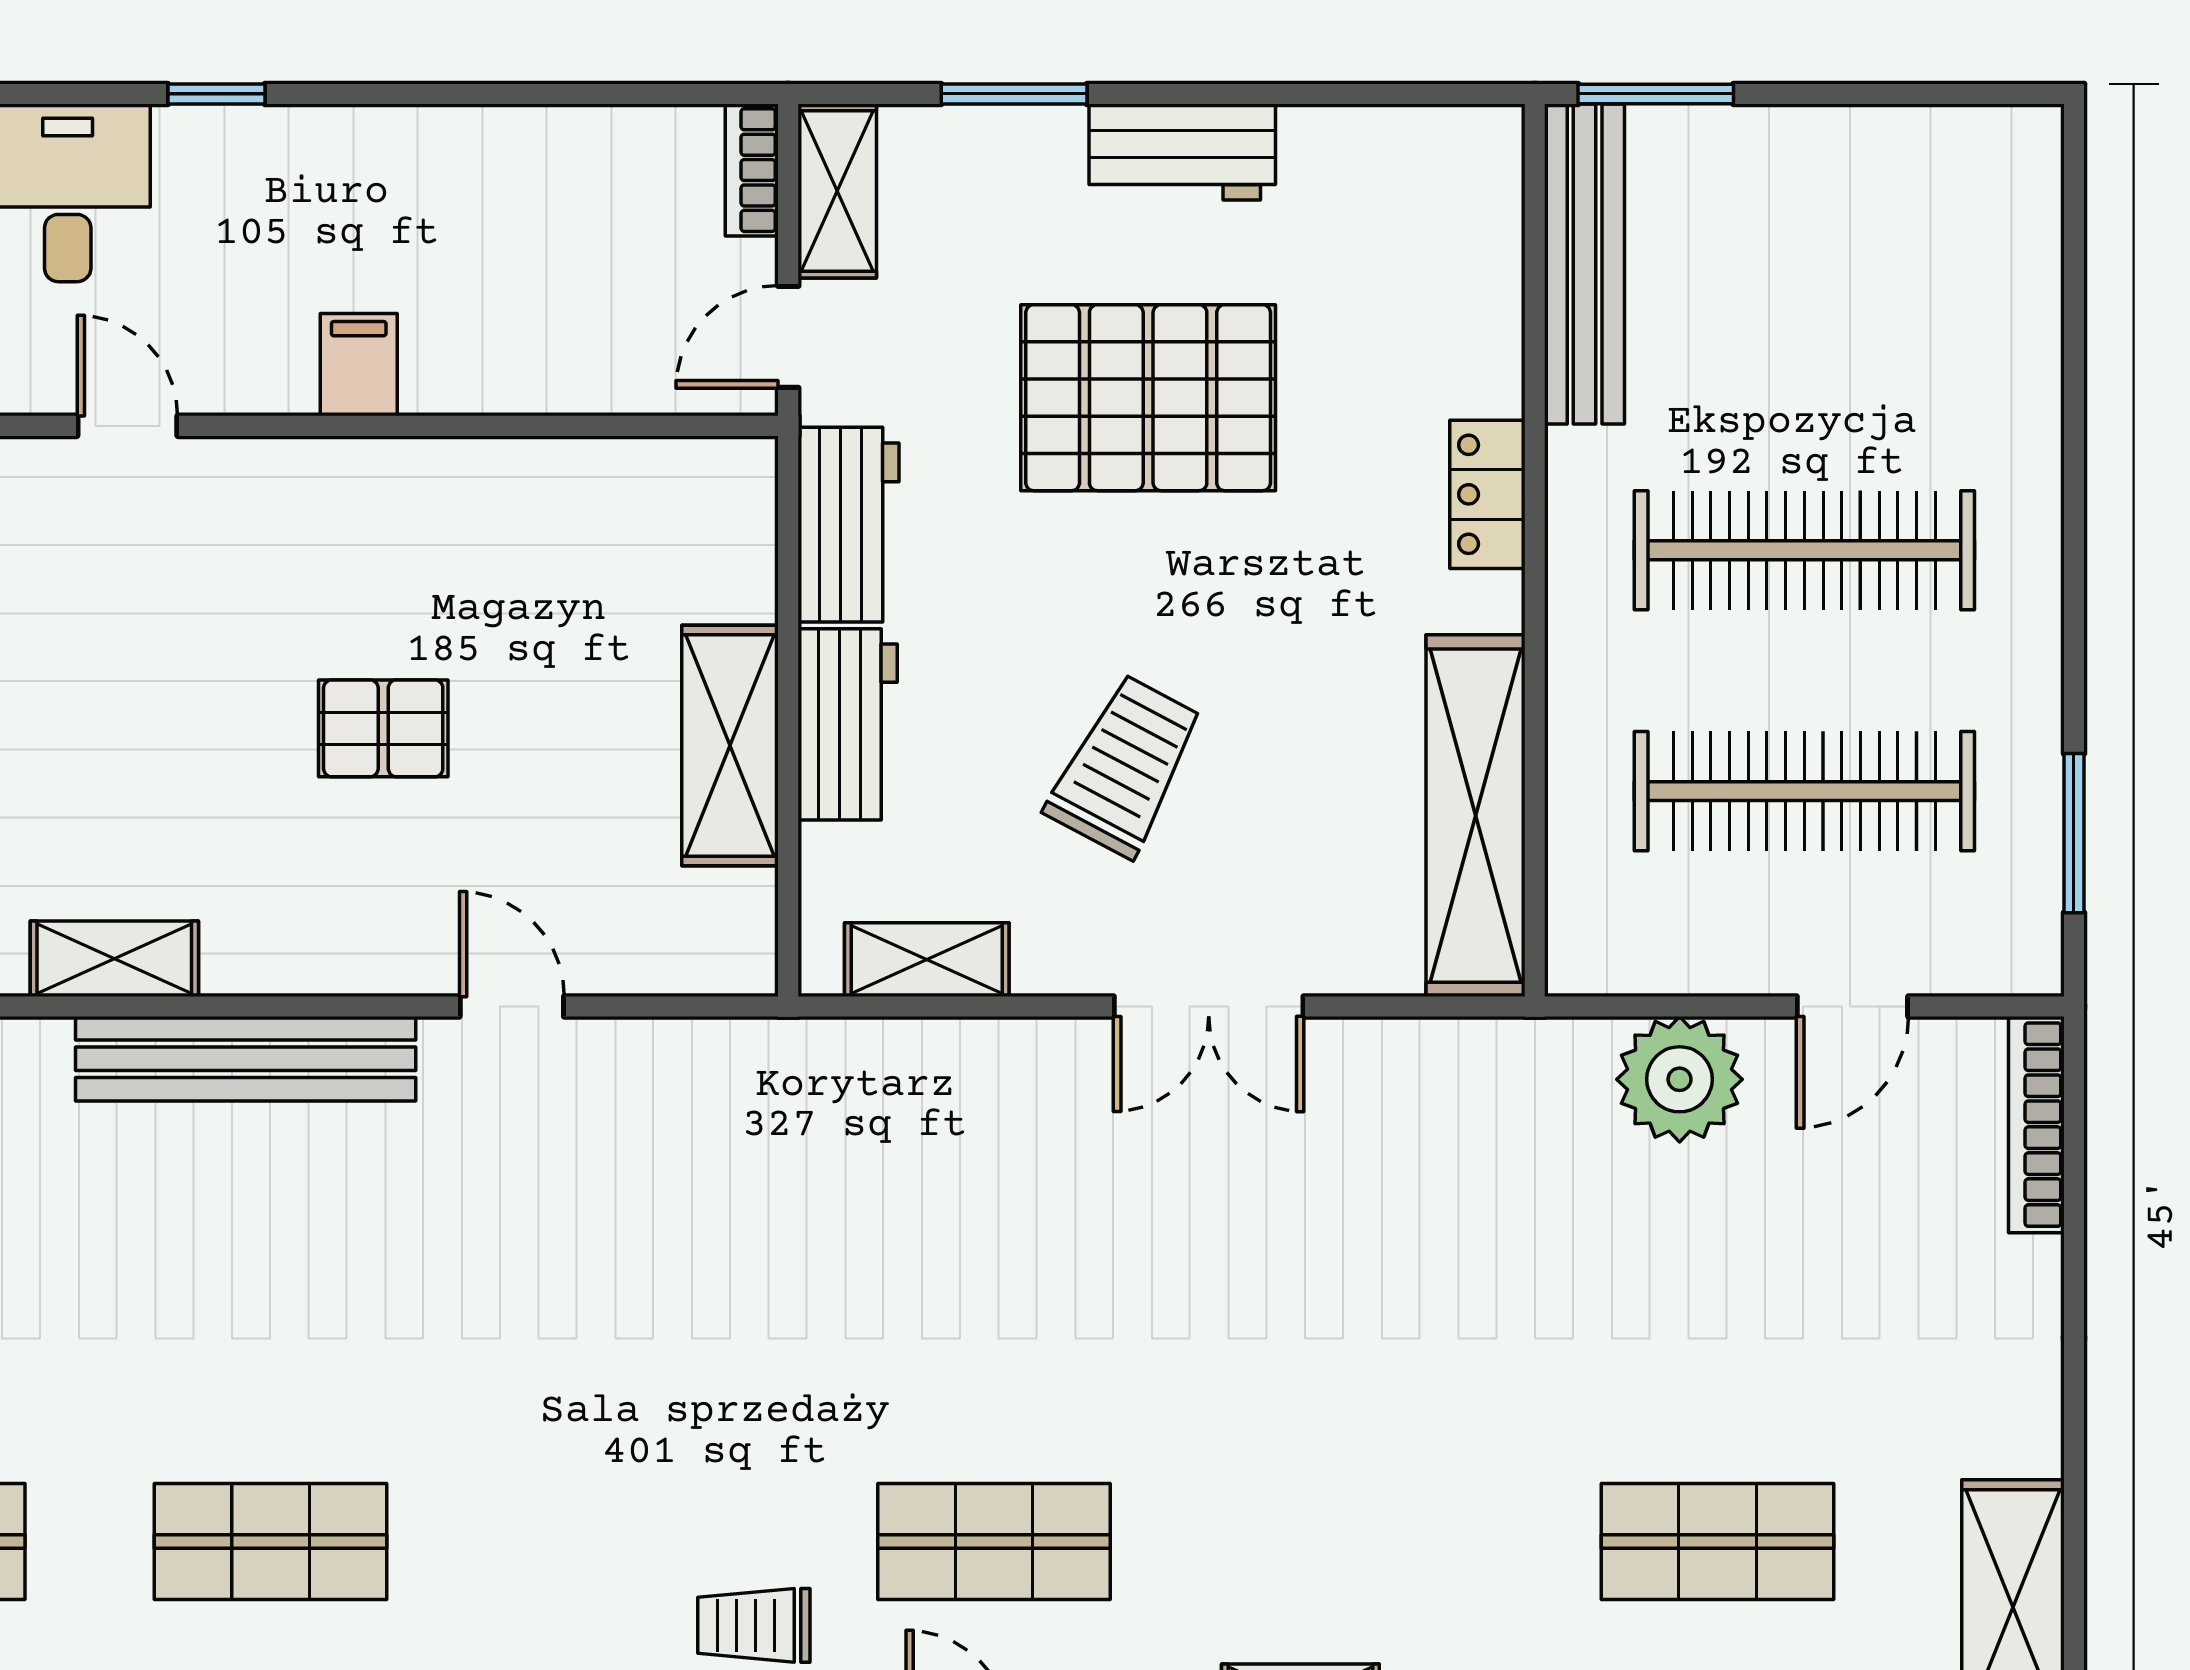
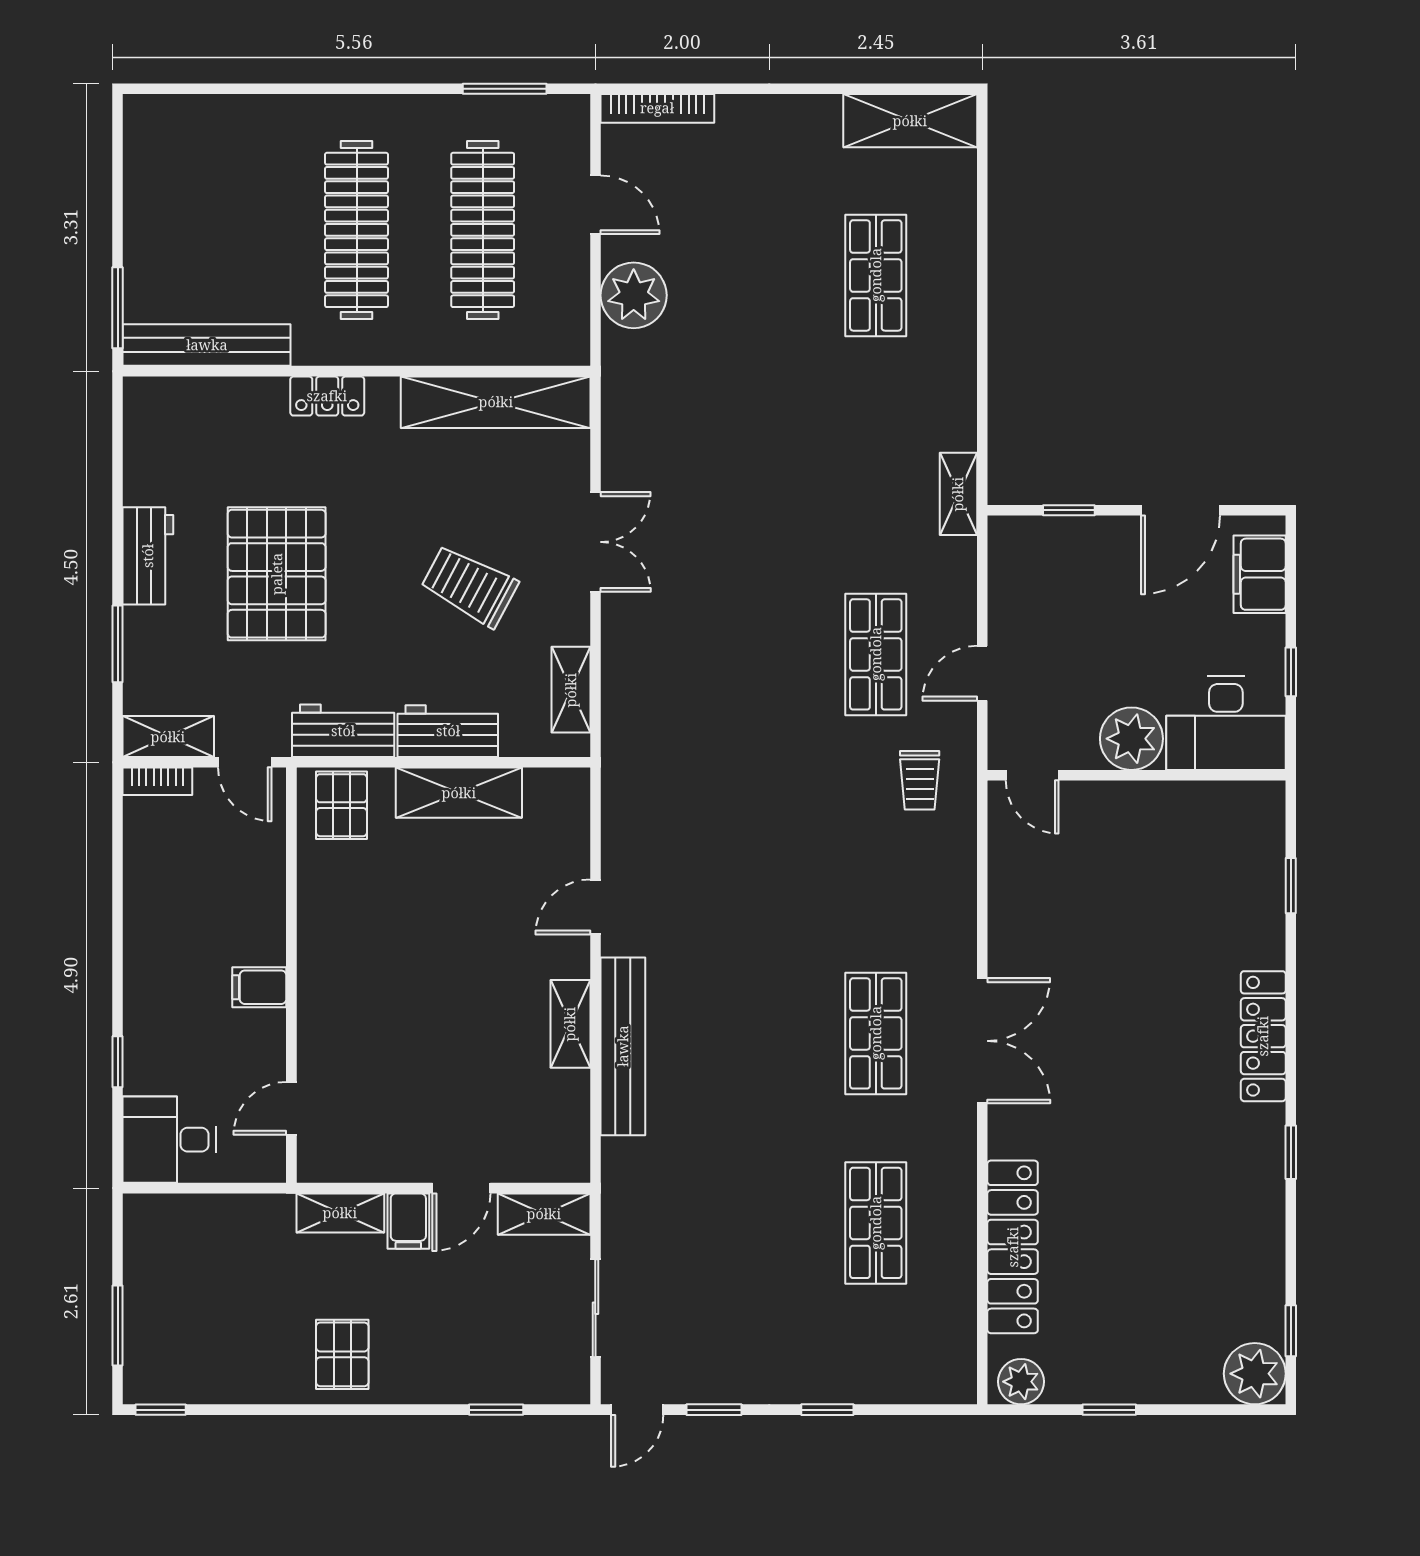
pallet: (383, 728) -> (342, 805), moved
shelving: (114, 959) -> (570, 1024), moved

